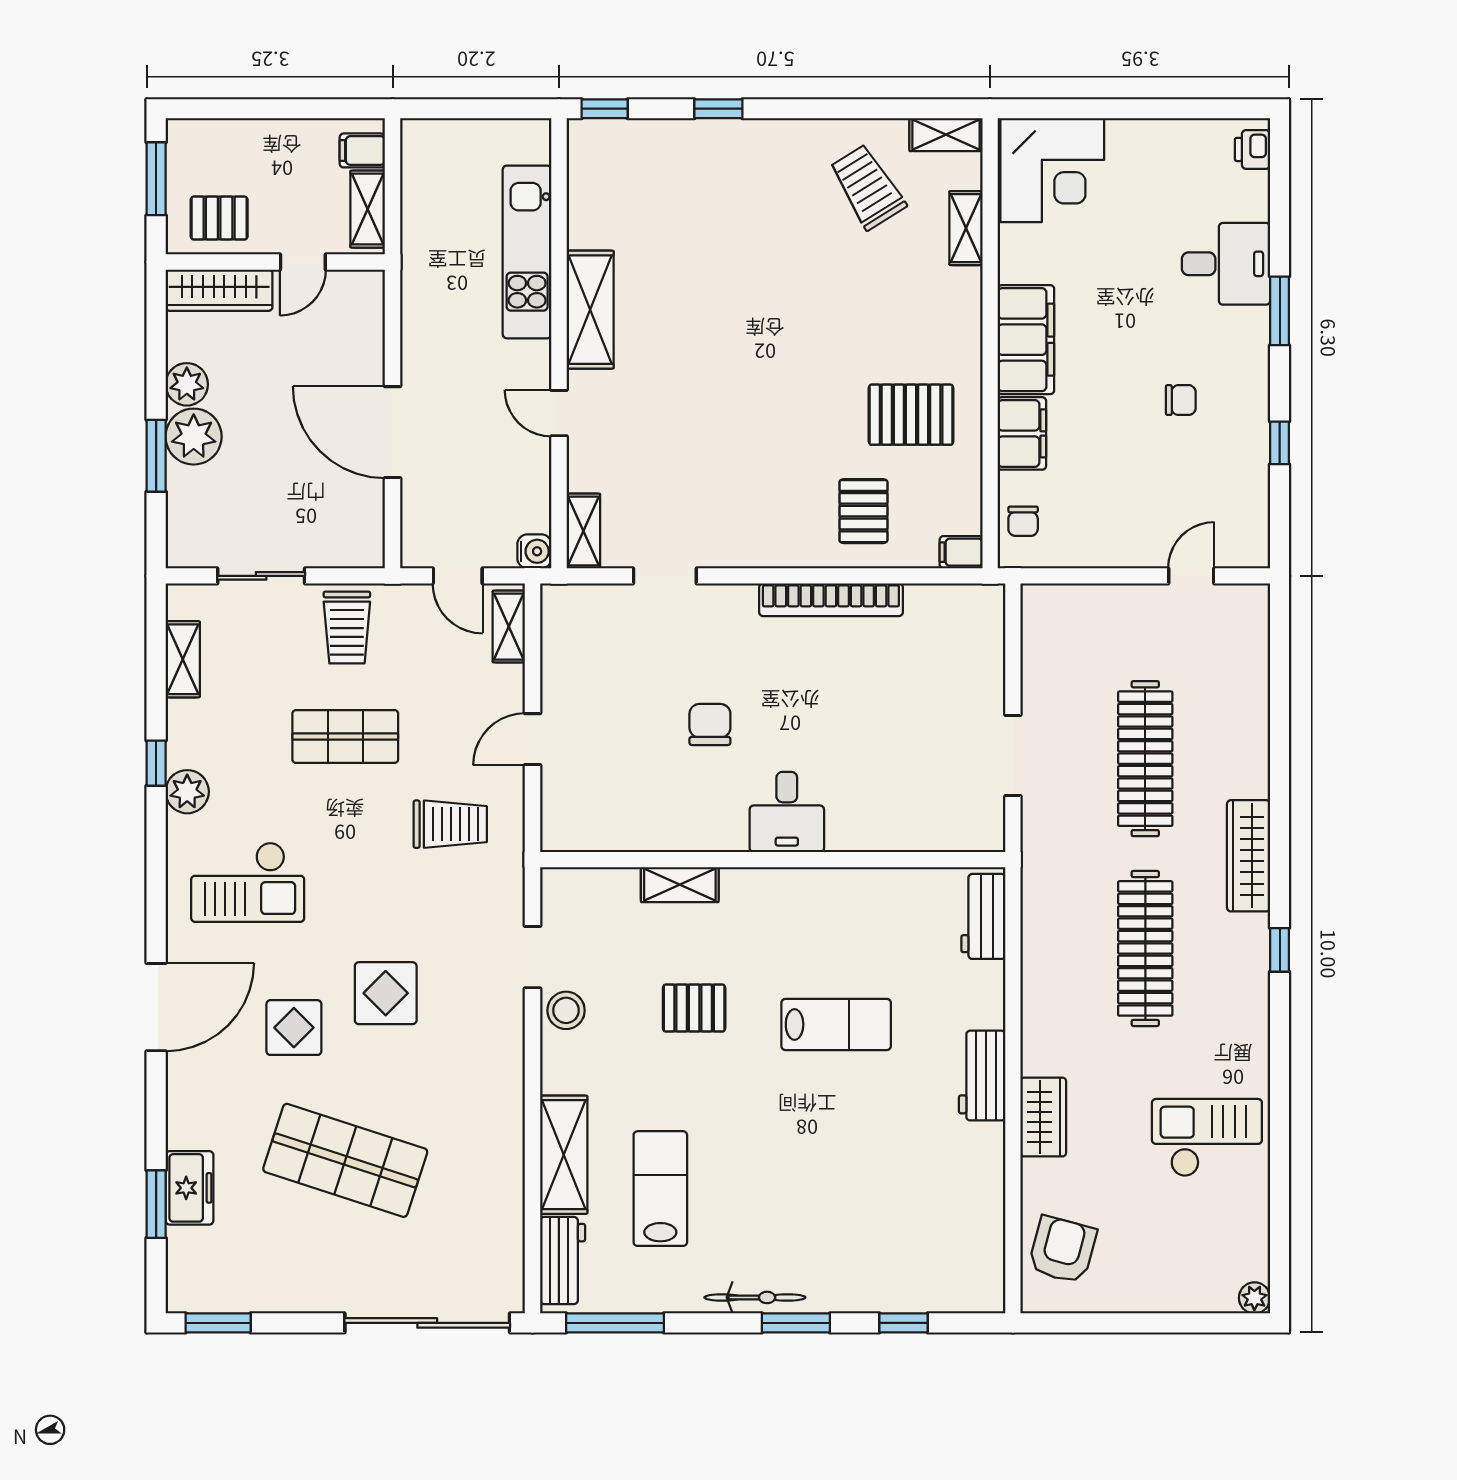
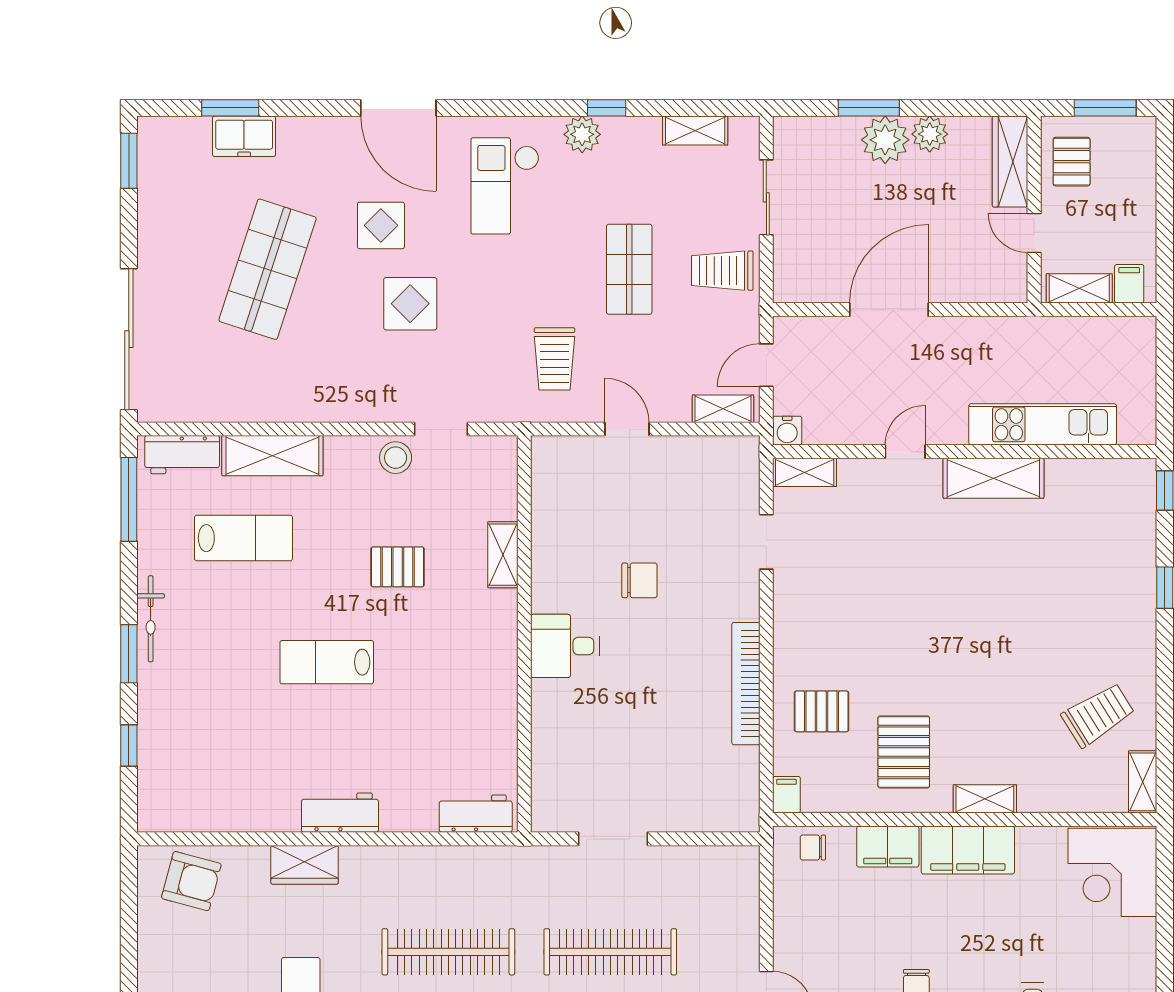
shelving: (966, 228) -> (985, 799), moved
pallet: (694, 1008) -> (398, 567), turned 90
lab bench: (836, 1024) -> (327, 662), moved, turned 90

